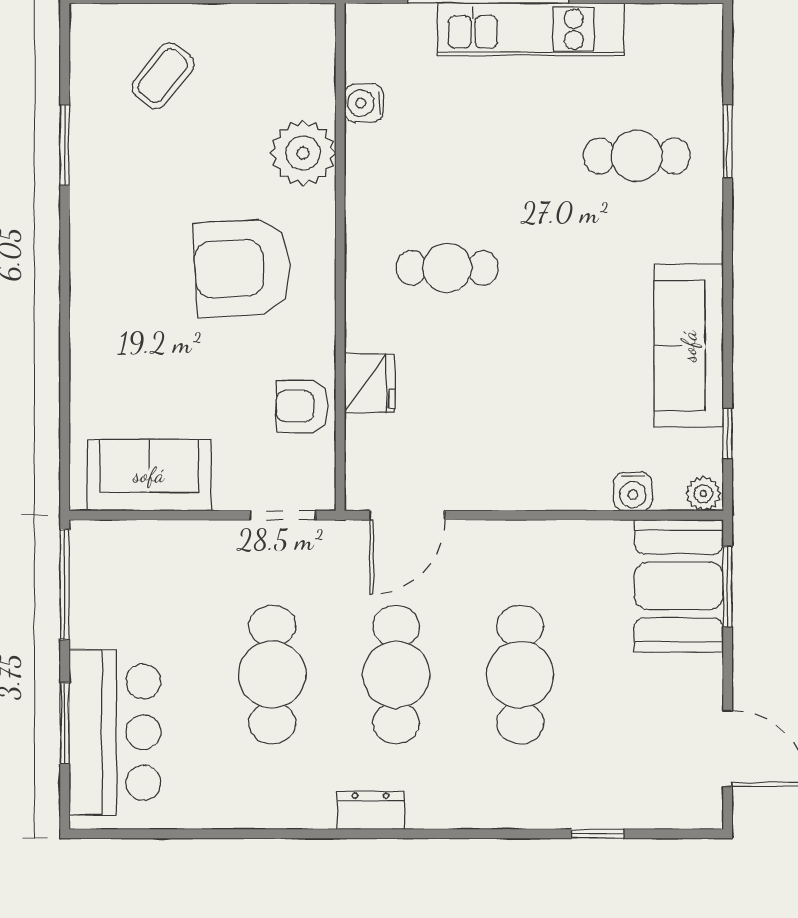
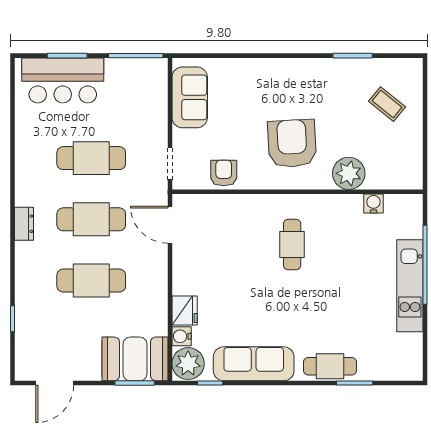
cafe table: (637, 156) -> (330, 366), moved, turned 90
fridge: (370, 383) -> (185, 310), moved, turned -90
plant: (703, 494) -> (188, 364), width x1.88, depth x1.88
dresser: (371, 810) -> (24, 224), moved

